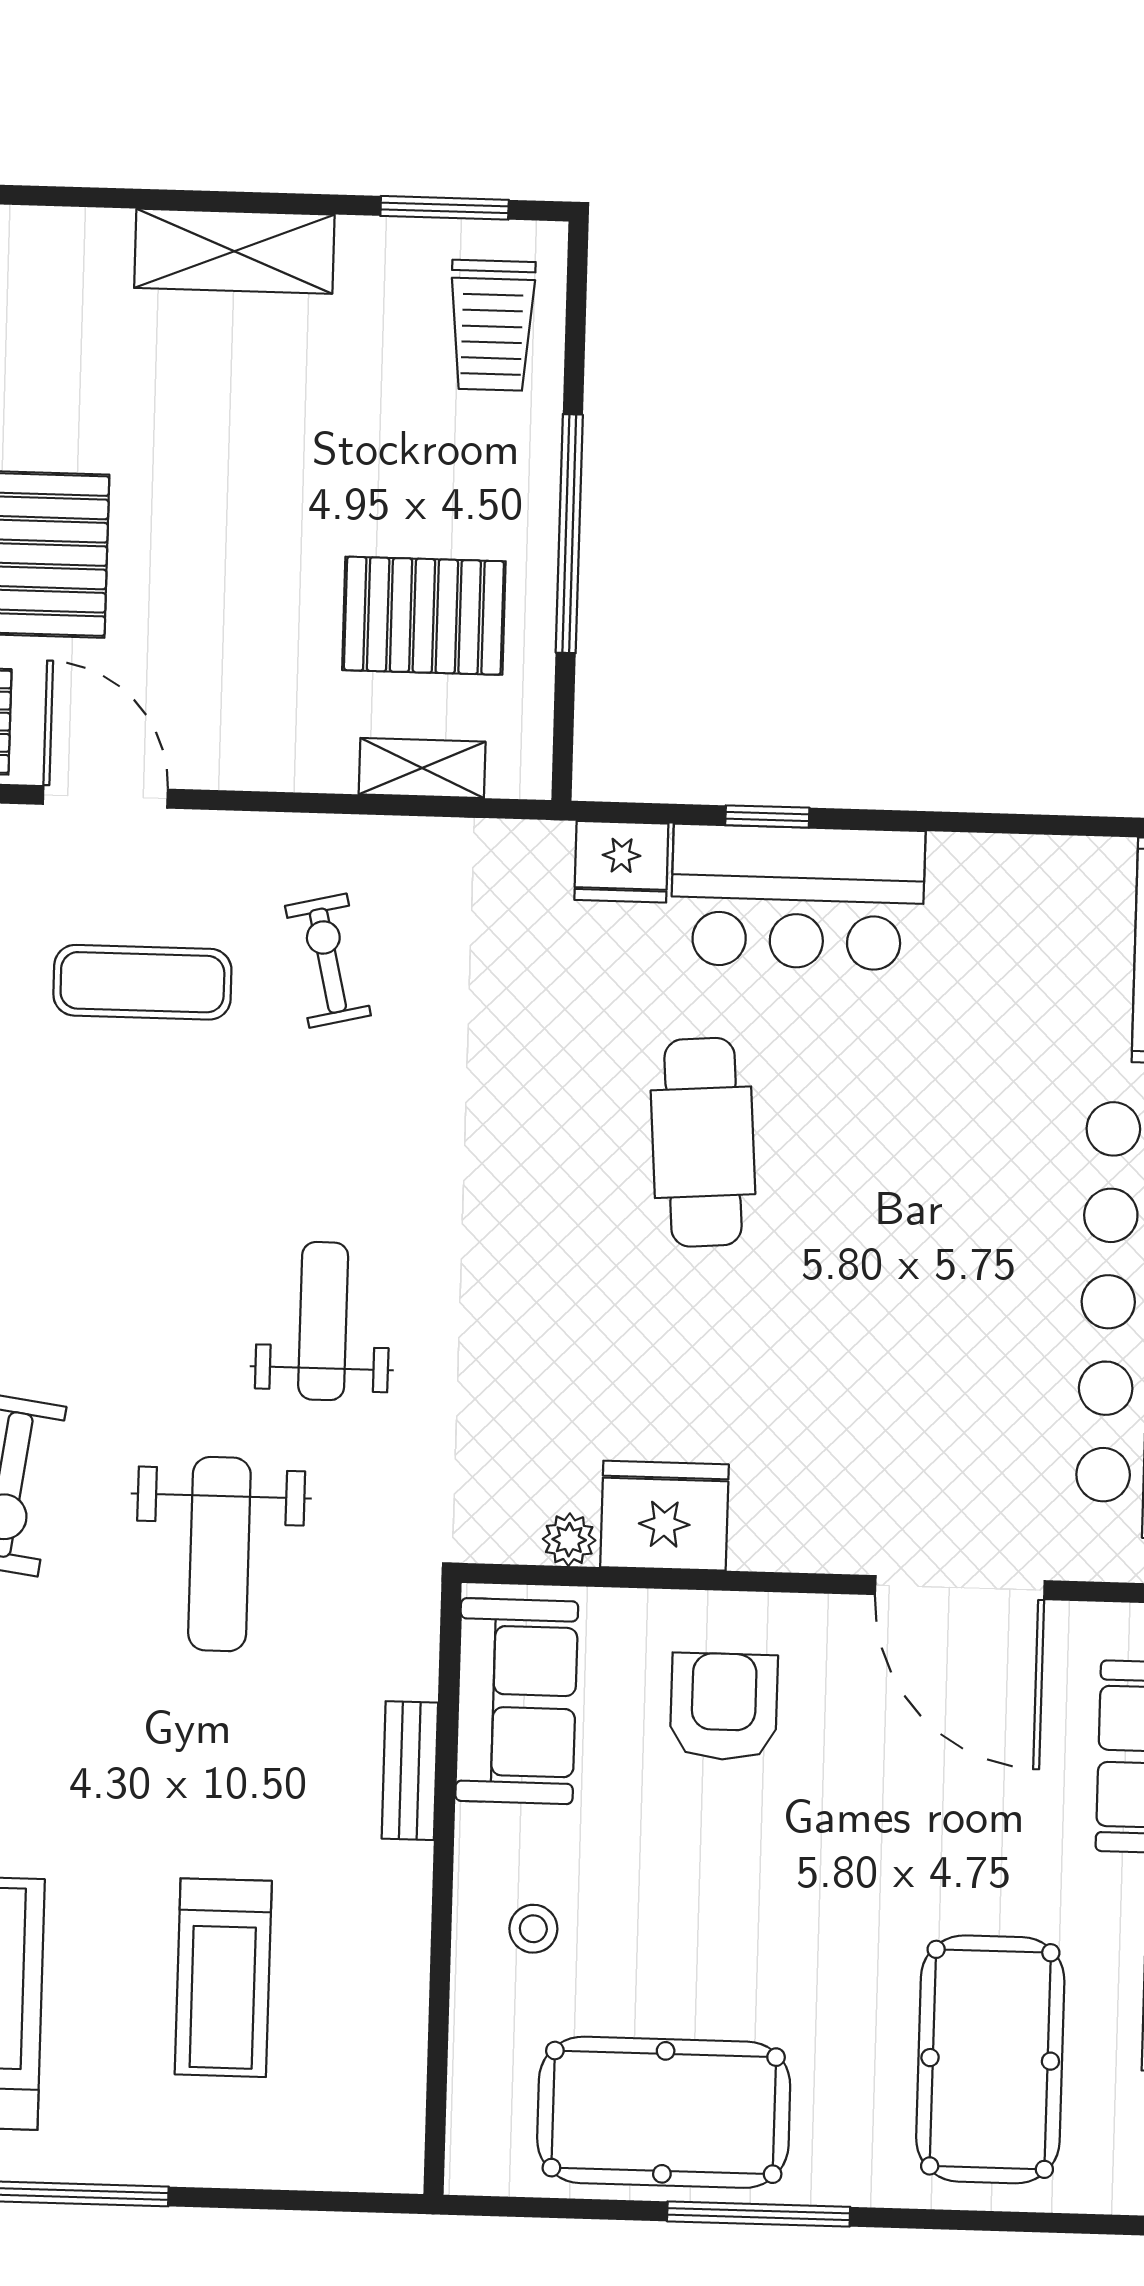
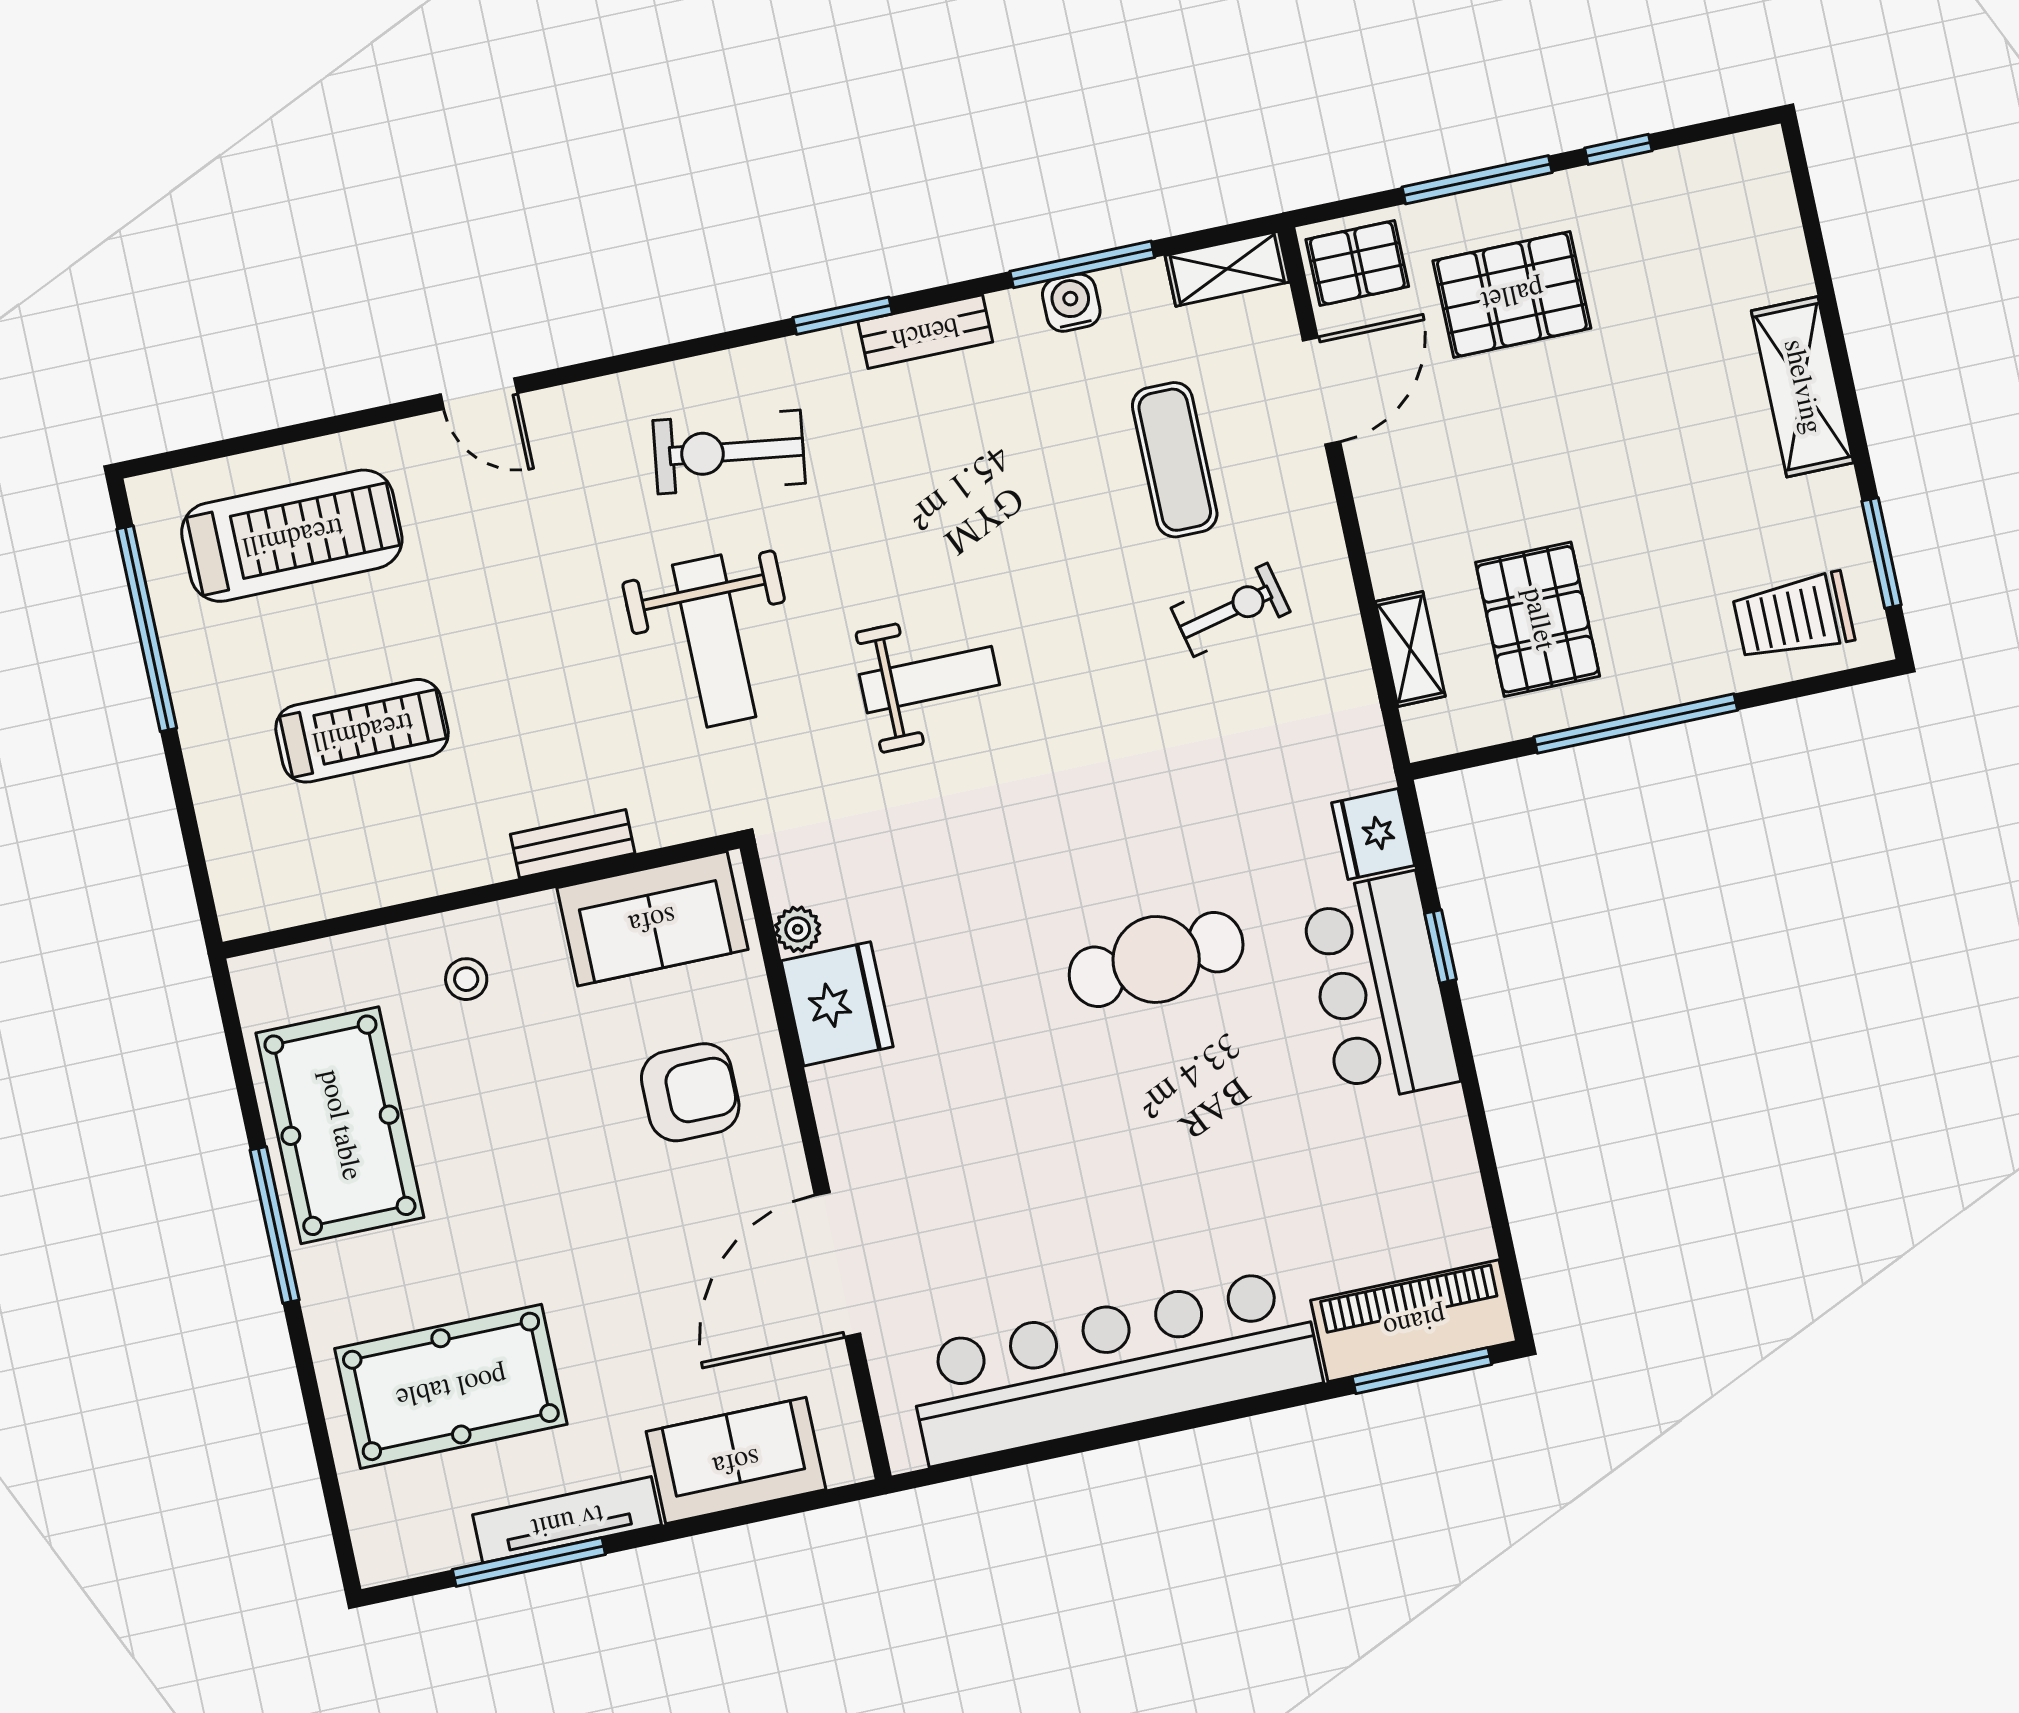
weight bench: (219, 1554) -> (714, 641), turned -90
treadmill: (223, 1978) -> (362, 731), turned 180

